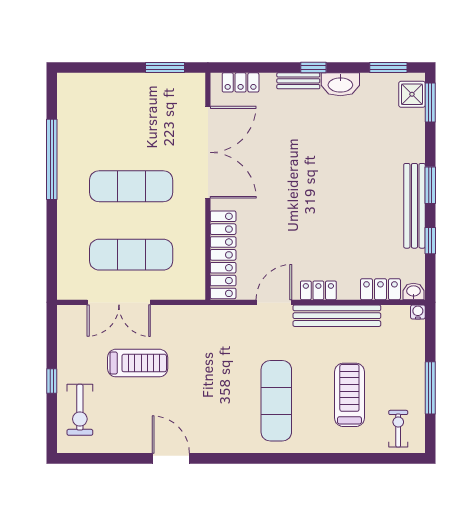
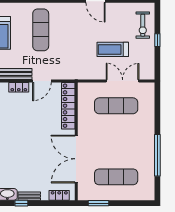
exercise mat: (131, 186) -> (116, 177), moved
exercise bike: (80, 410) -> (143, 25), turned 180

